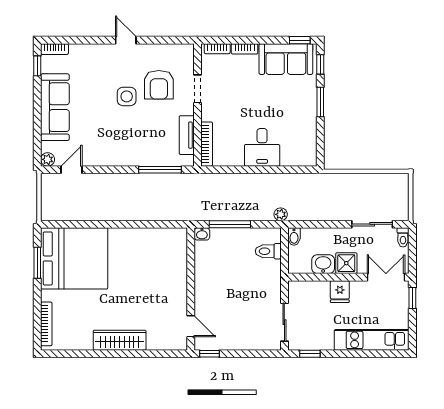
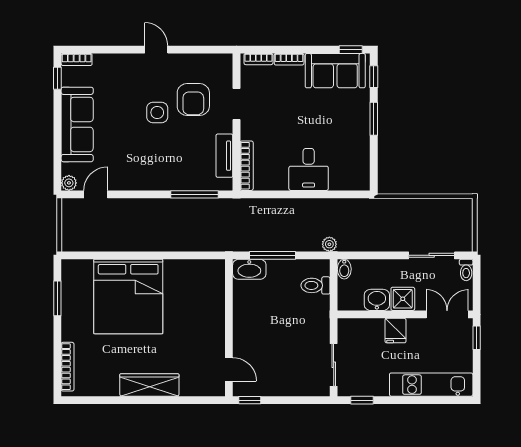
washbasin: (202, 234) -> (249, 269), width x1.91, depth x1.45
bed: (74, 258) -> (128, 297), moved, turned 90

